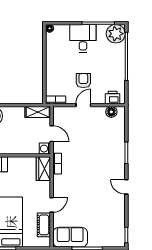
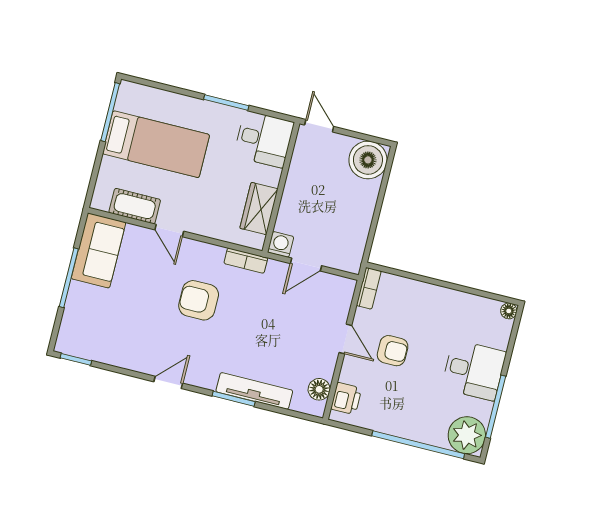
shelving: (38, 112) -> (354, 248), removed
tv unit: (120, 144) -> (254, 391), added
wardrobe: (43, 169) -> (259, 209), moved, turned -90
armchair: (82, 182) -> (199, 300), added

